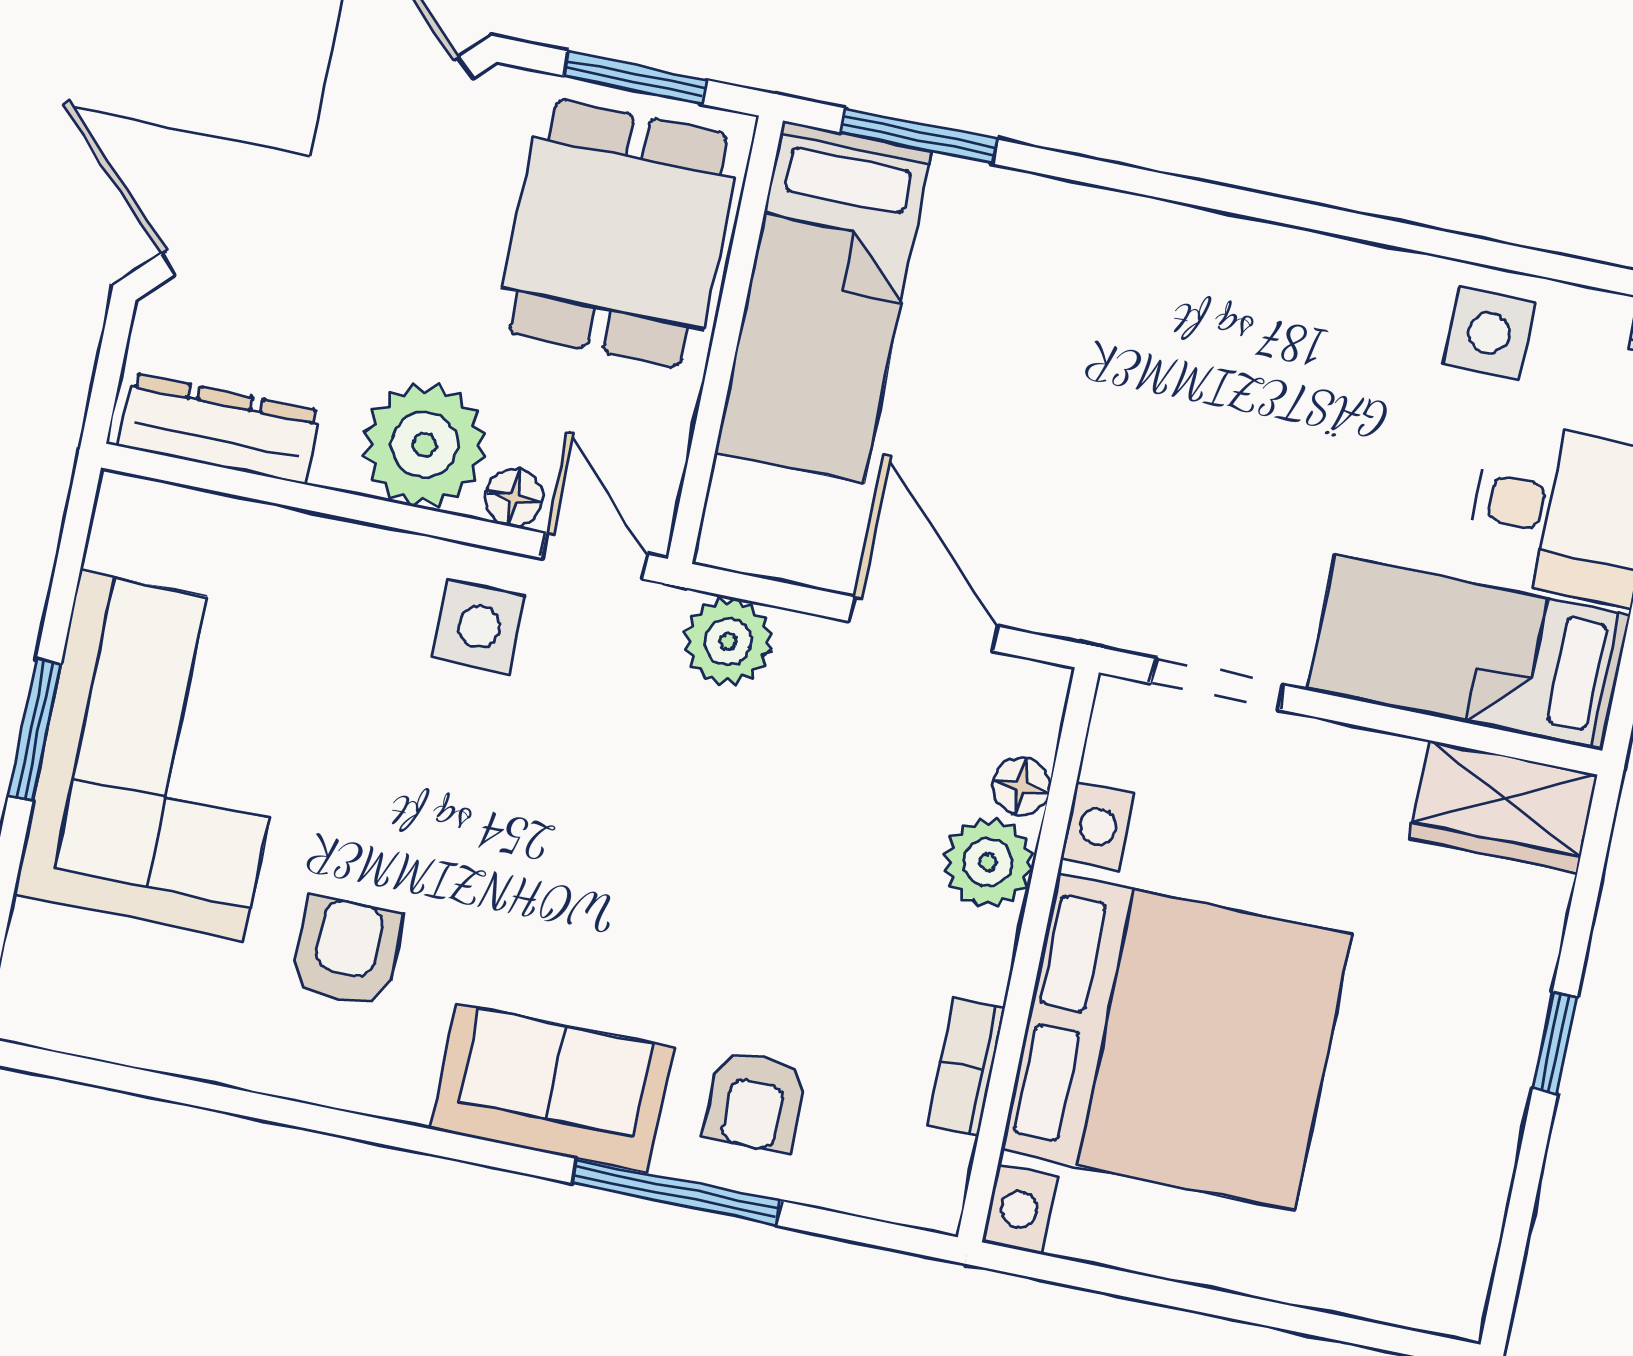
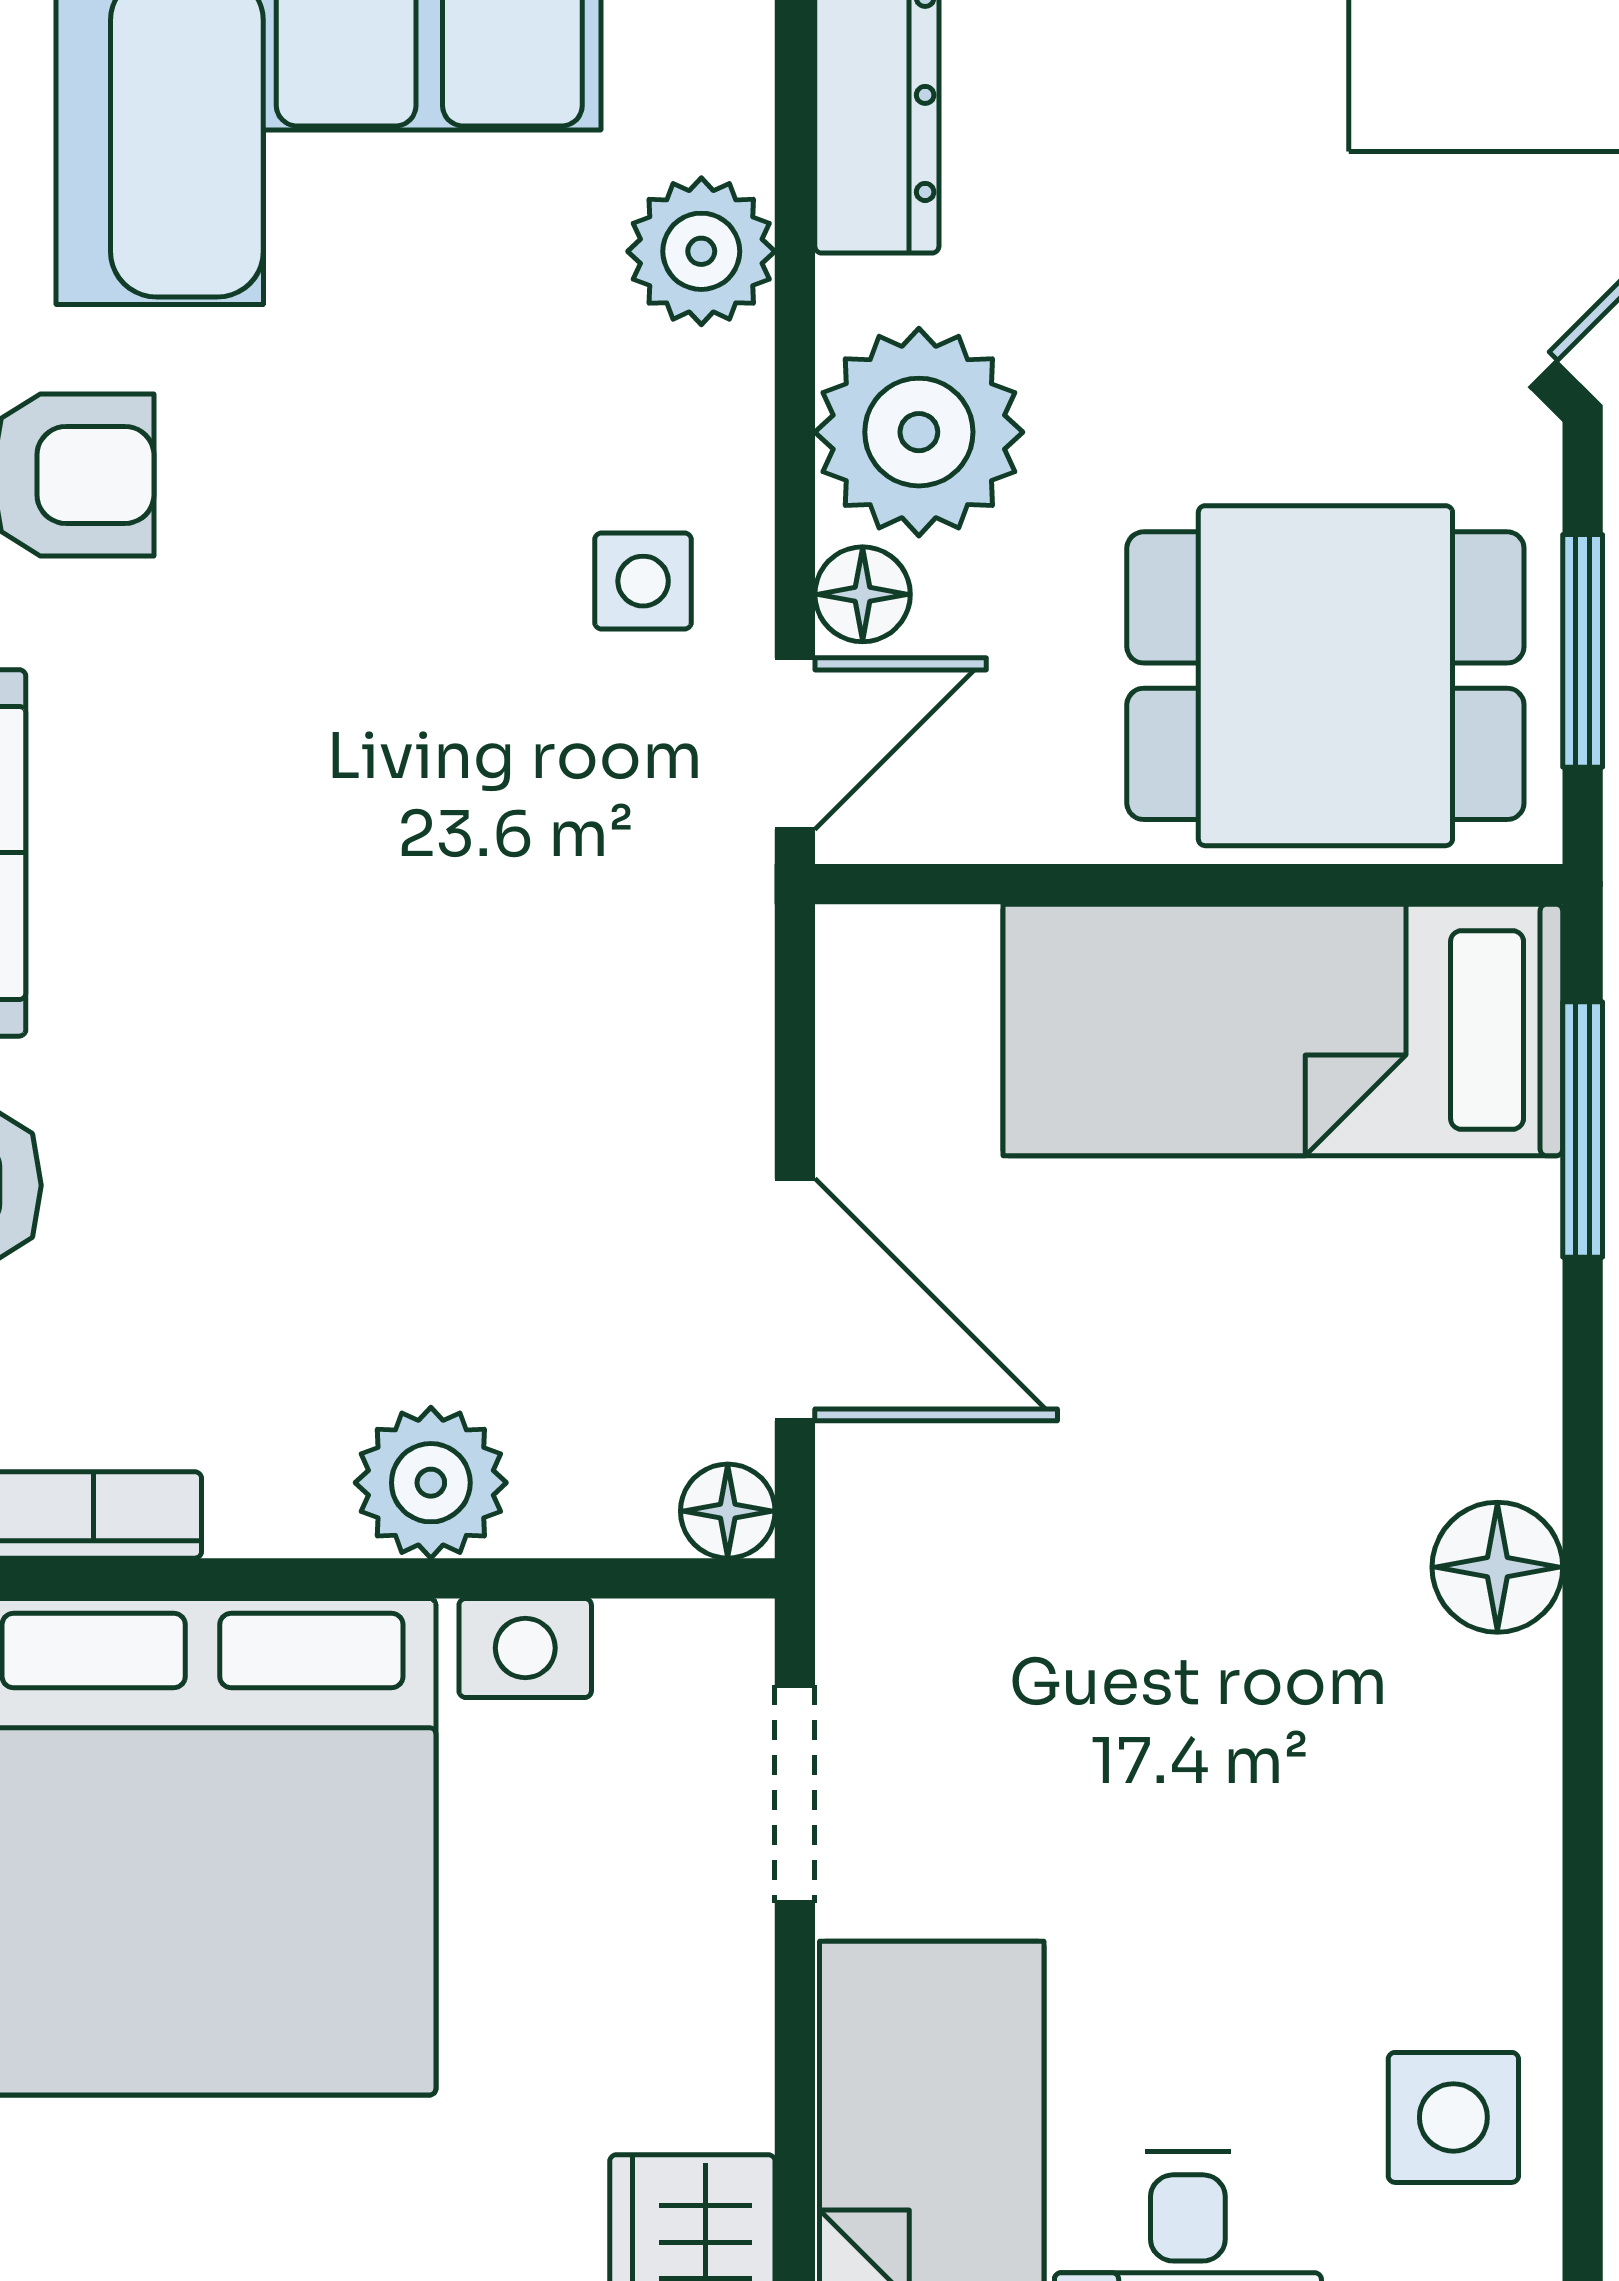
floor lamp: (1168, 240) -> (1497, 1567), added
door: (924, 624) -> (795, 1300), hinge flipped
side table: (479, 627) -> (643, 581), width x0.73, depth x0.73
plant: (728, 642) -> (701, 251), moved
floor lamp: (1021, 786) -> (728, 1511), moved

